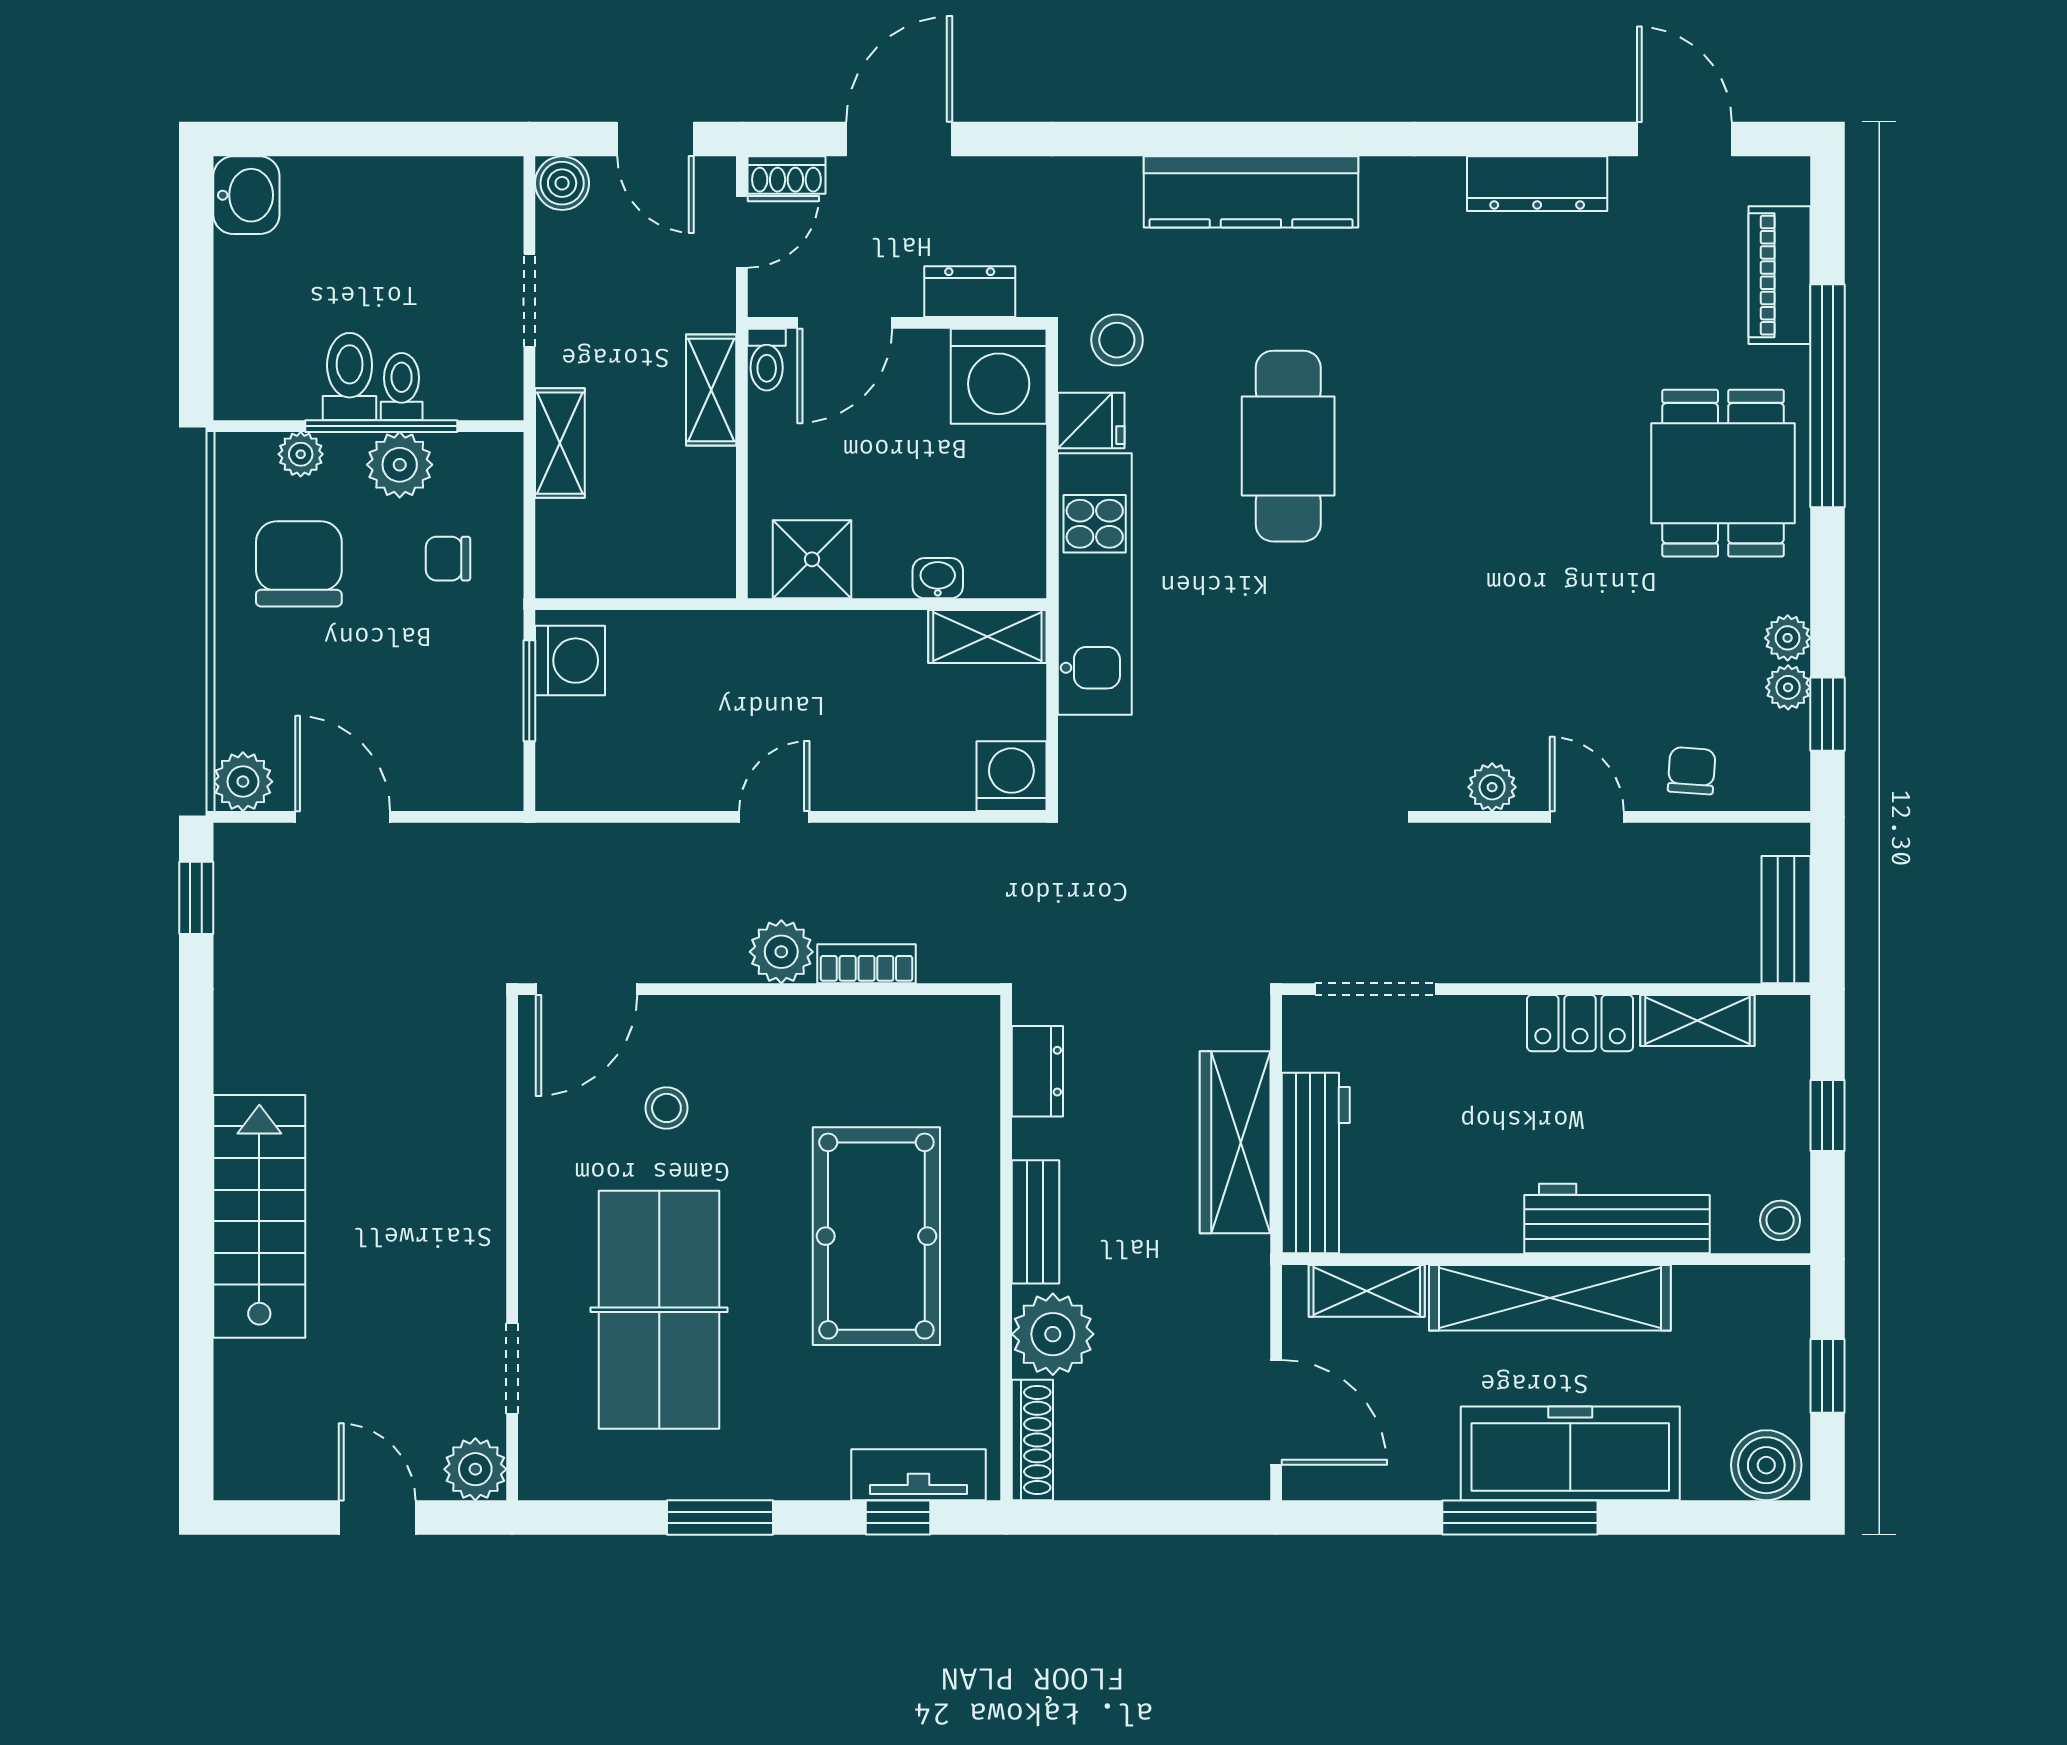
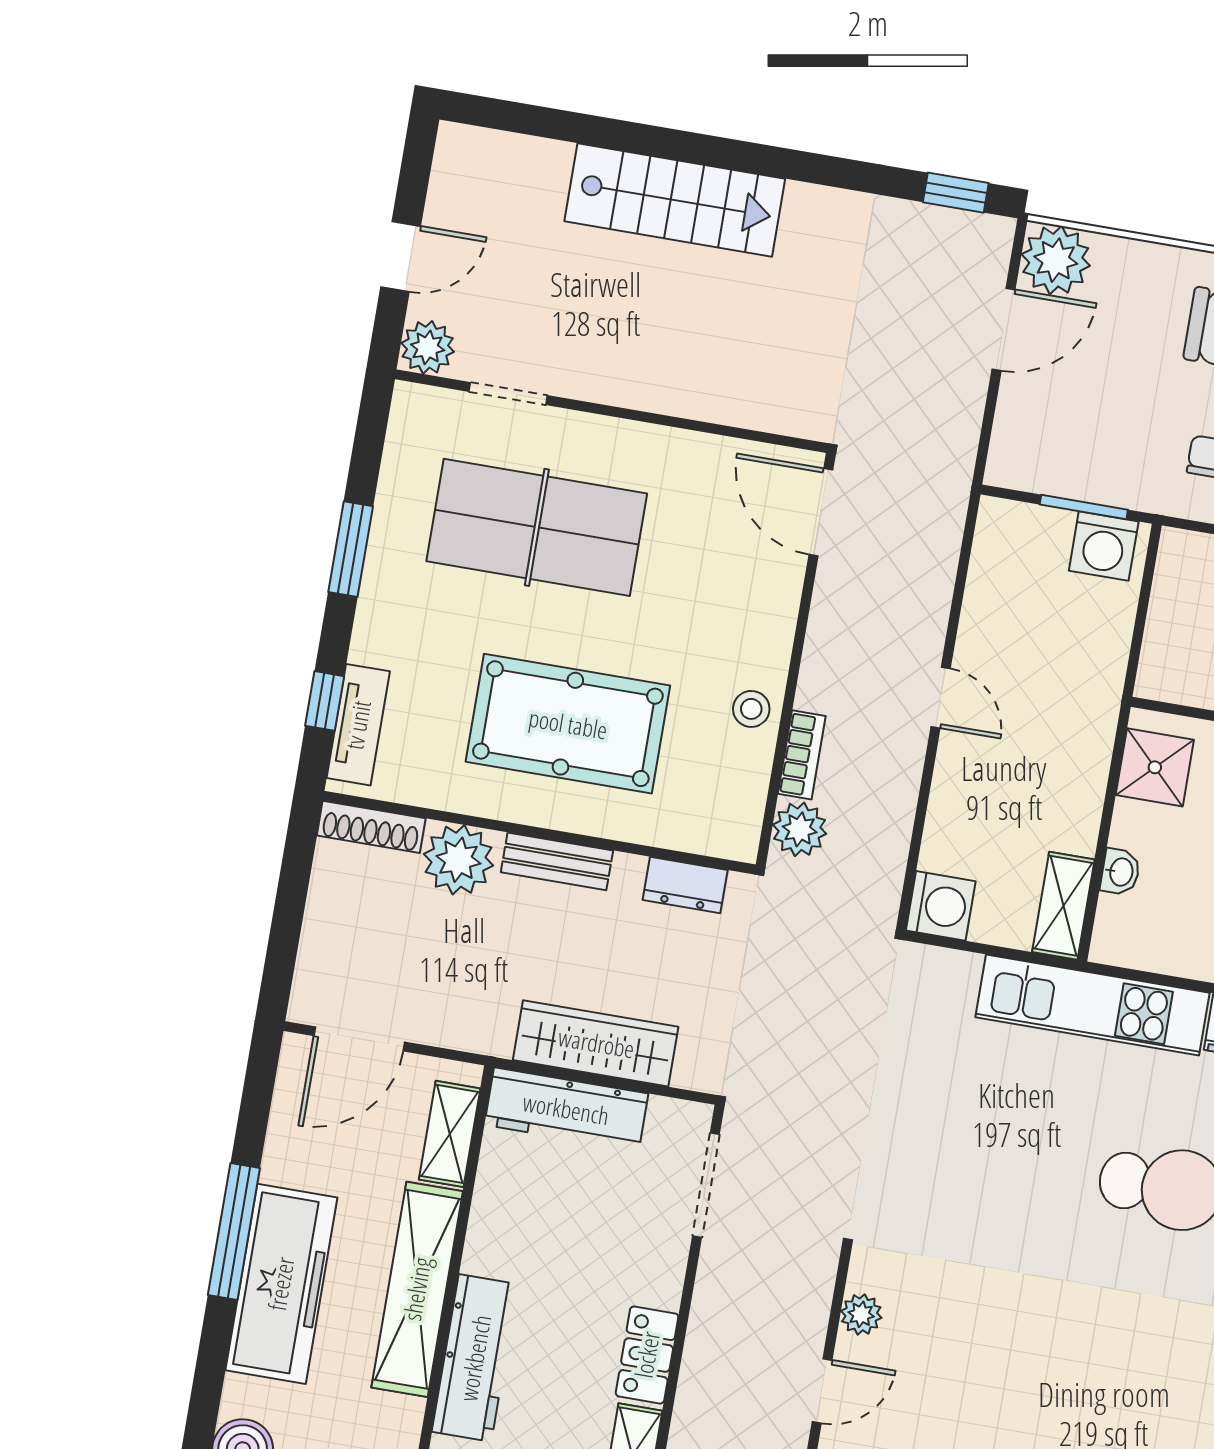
plant: (243, 782) -> (1056, 260), width x1.36, depth x1.36
plant: (781, 952) -> (800, 829), moved
stool: (666, 1108) -> (751, 709), moved

